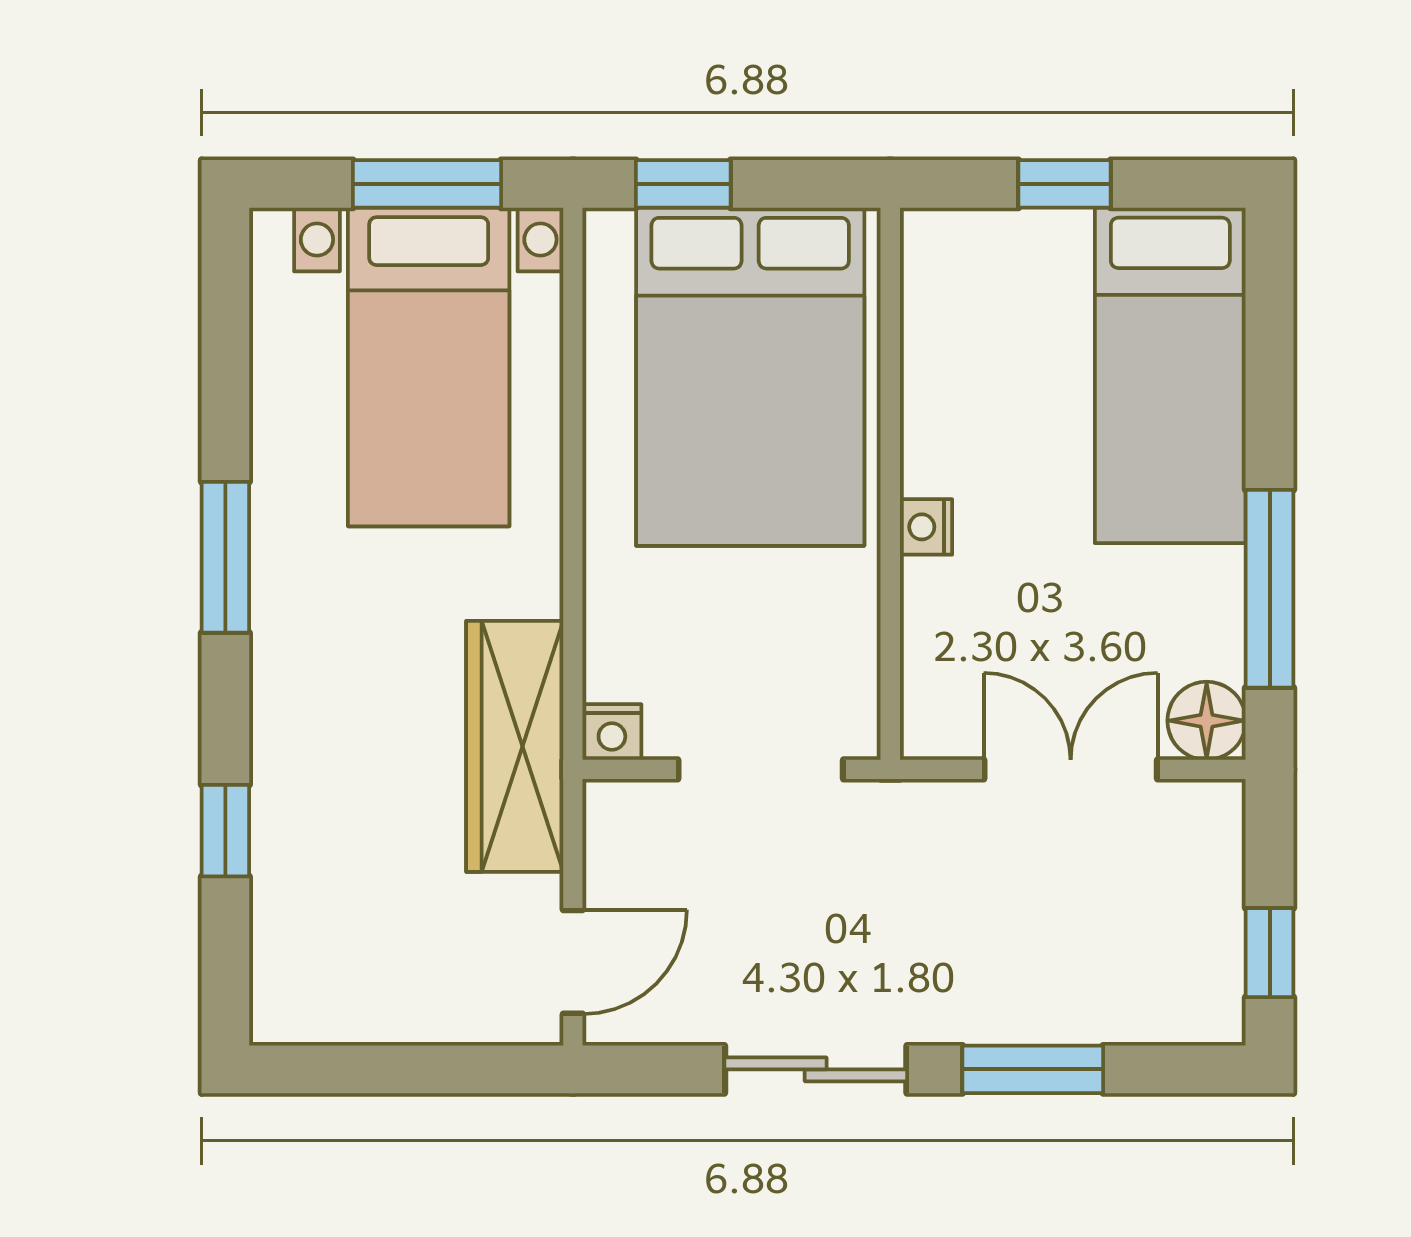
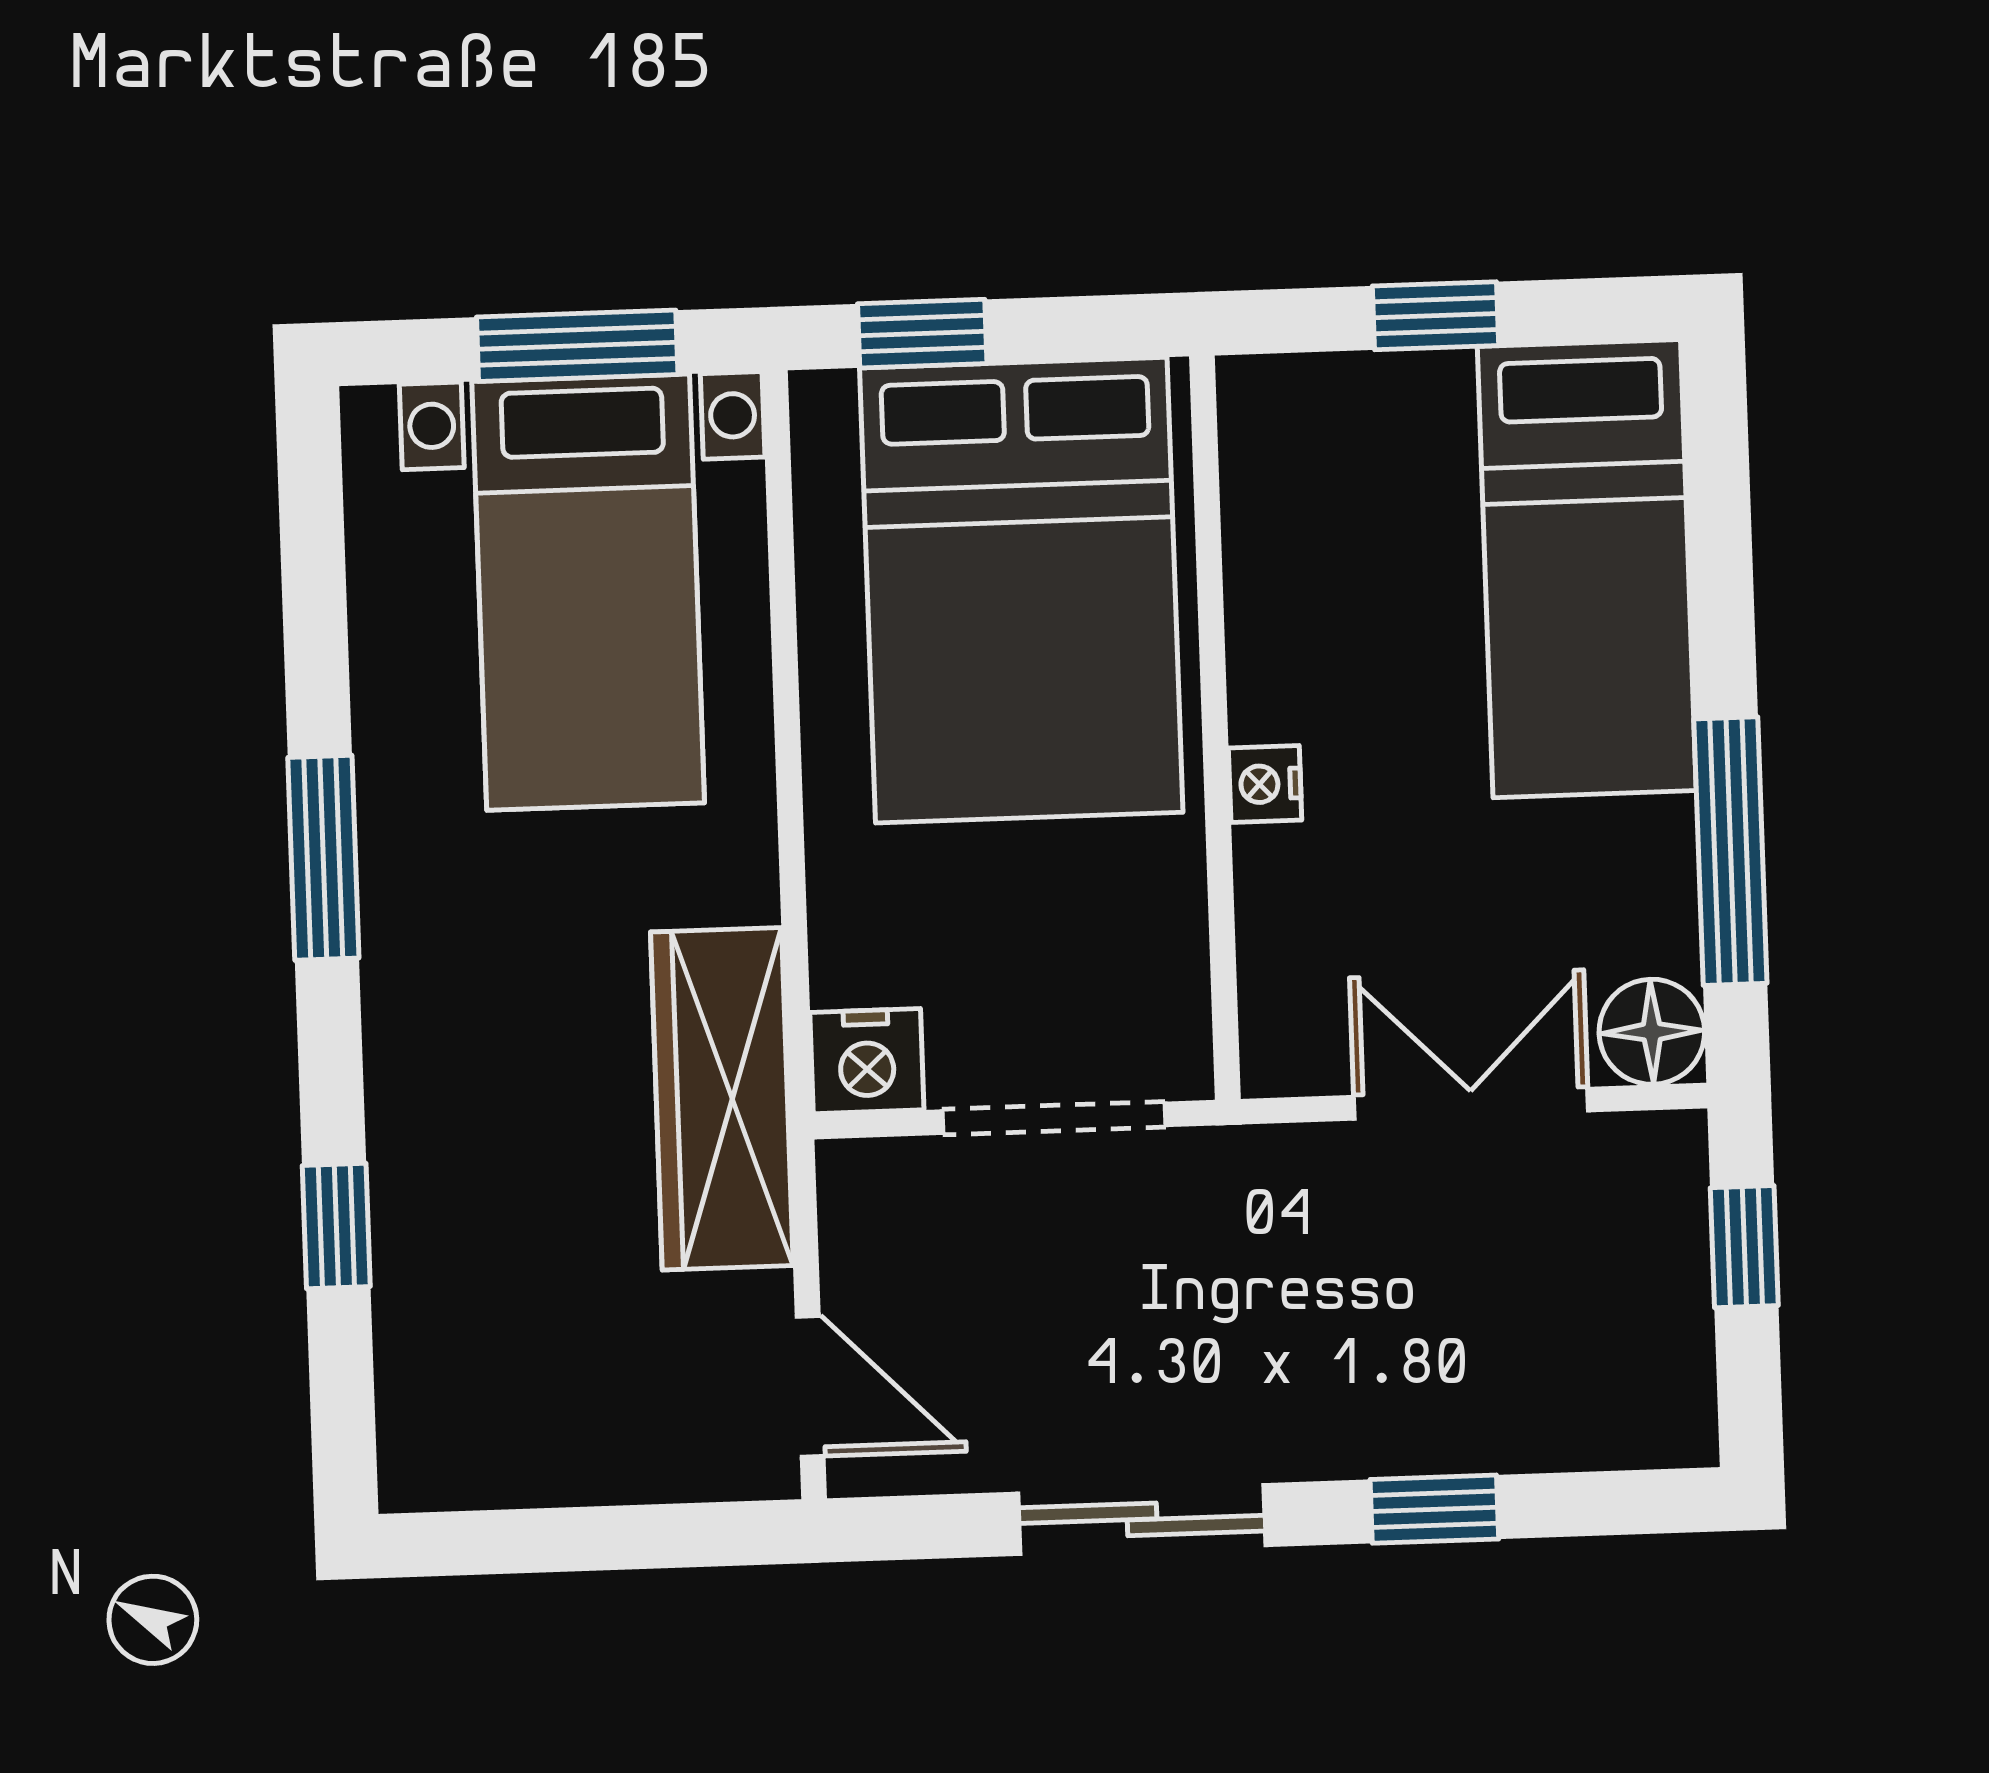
nightstand: (612, 732) -> (867, 1061), width x1.39, depth x1.35
window: (1270, 953) -> (1744, 1247), moved
door: (573, 962) -> (810, 1386), hinge flipped
window: (1033, 1069) -> (1434, 1509), width x0.67

